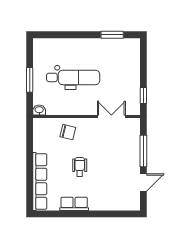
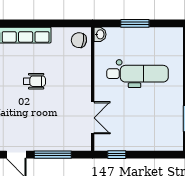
dental chair: (73, 77) -> (138, 74), turned -90
chair: (68, 132) -> (79, 40), moved, turned 84

